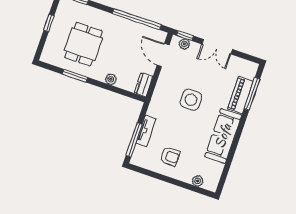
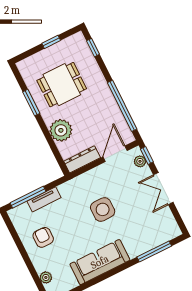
plant: (111, 79) -> (61, 130), width x1.88, depth x1.88
dresser: (144, 85) -> (82, 159), width x1.44
piano: (240, 95) -> (144, 244), removed
armchair: (170, 156) -> (43, 237), turned 180

